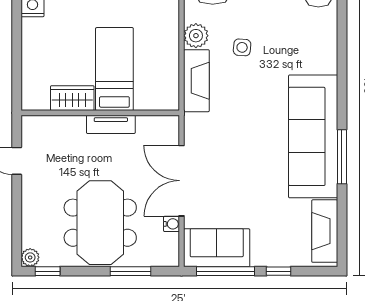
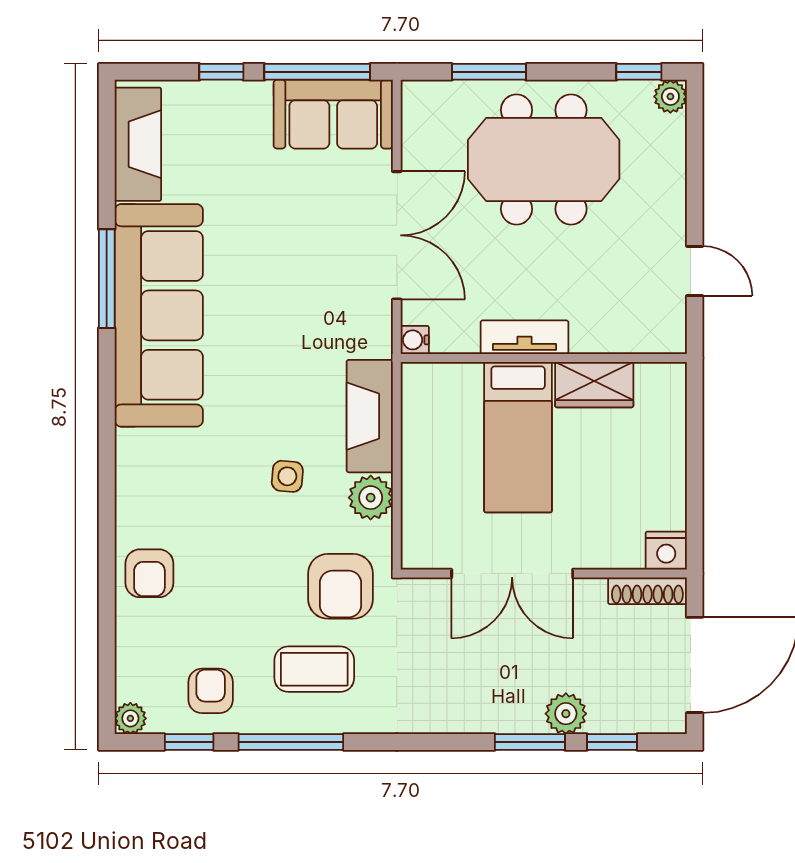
meeting table: (100, 223) -> (544, 159), turned 90
water cooler: (172, 224) -> (415, 340), moved

